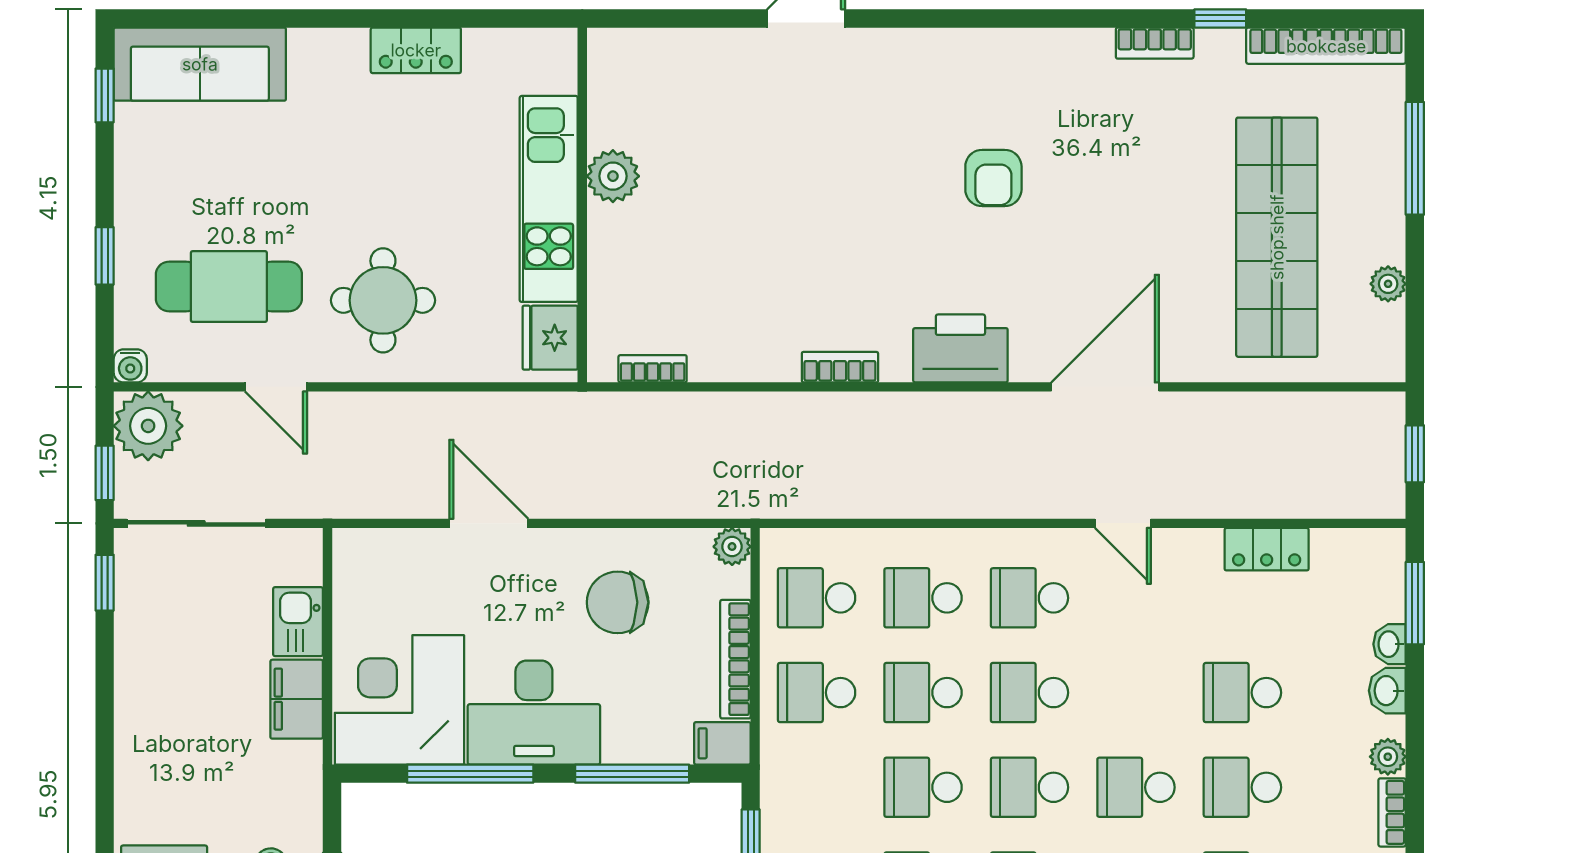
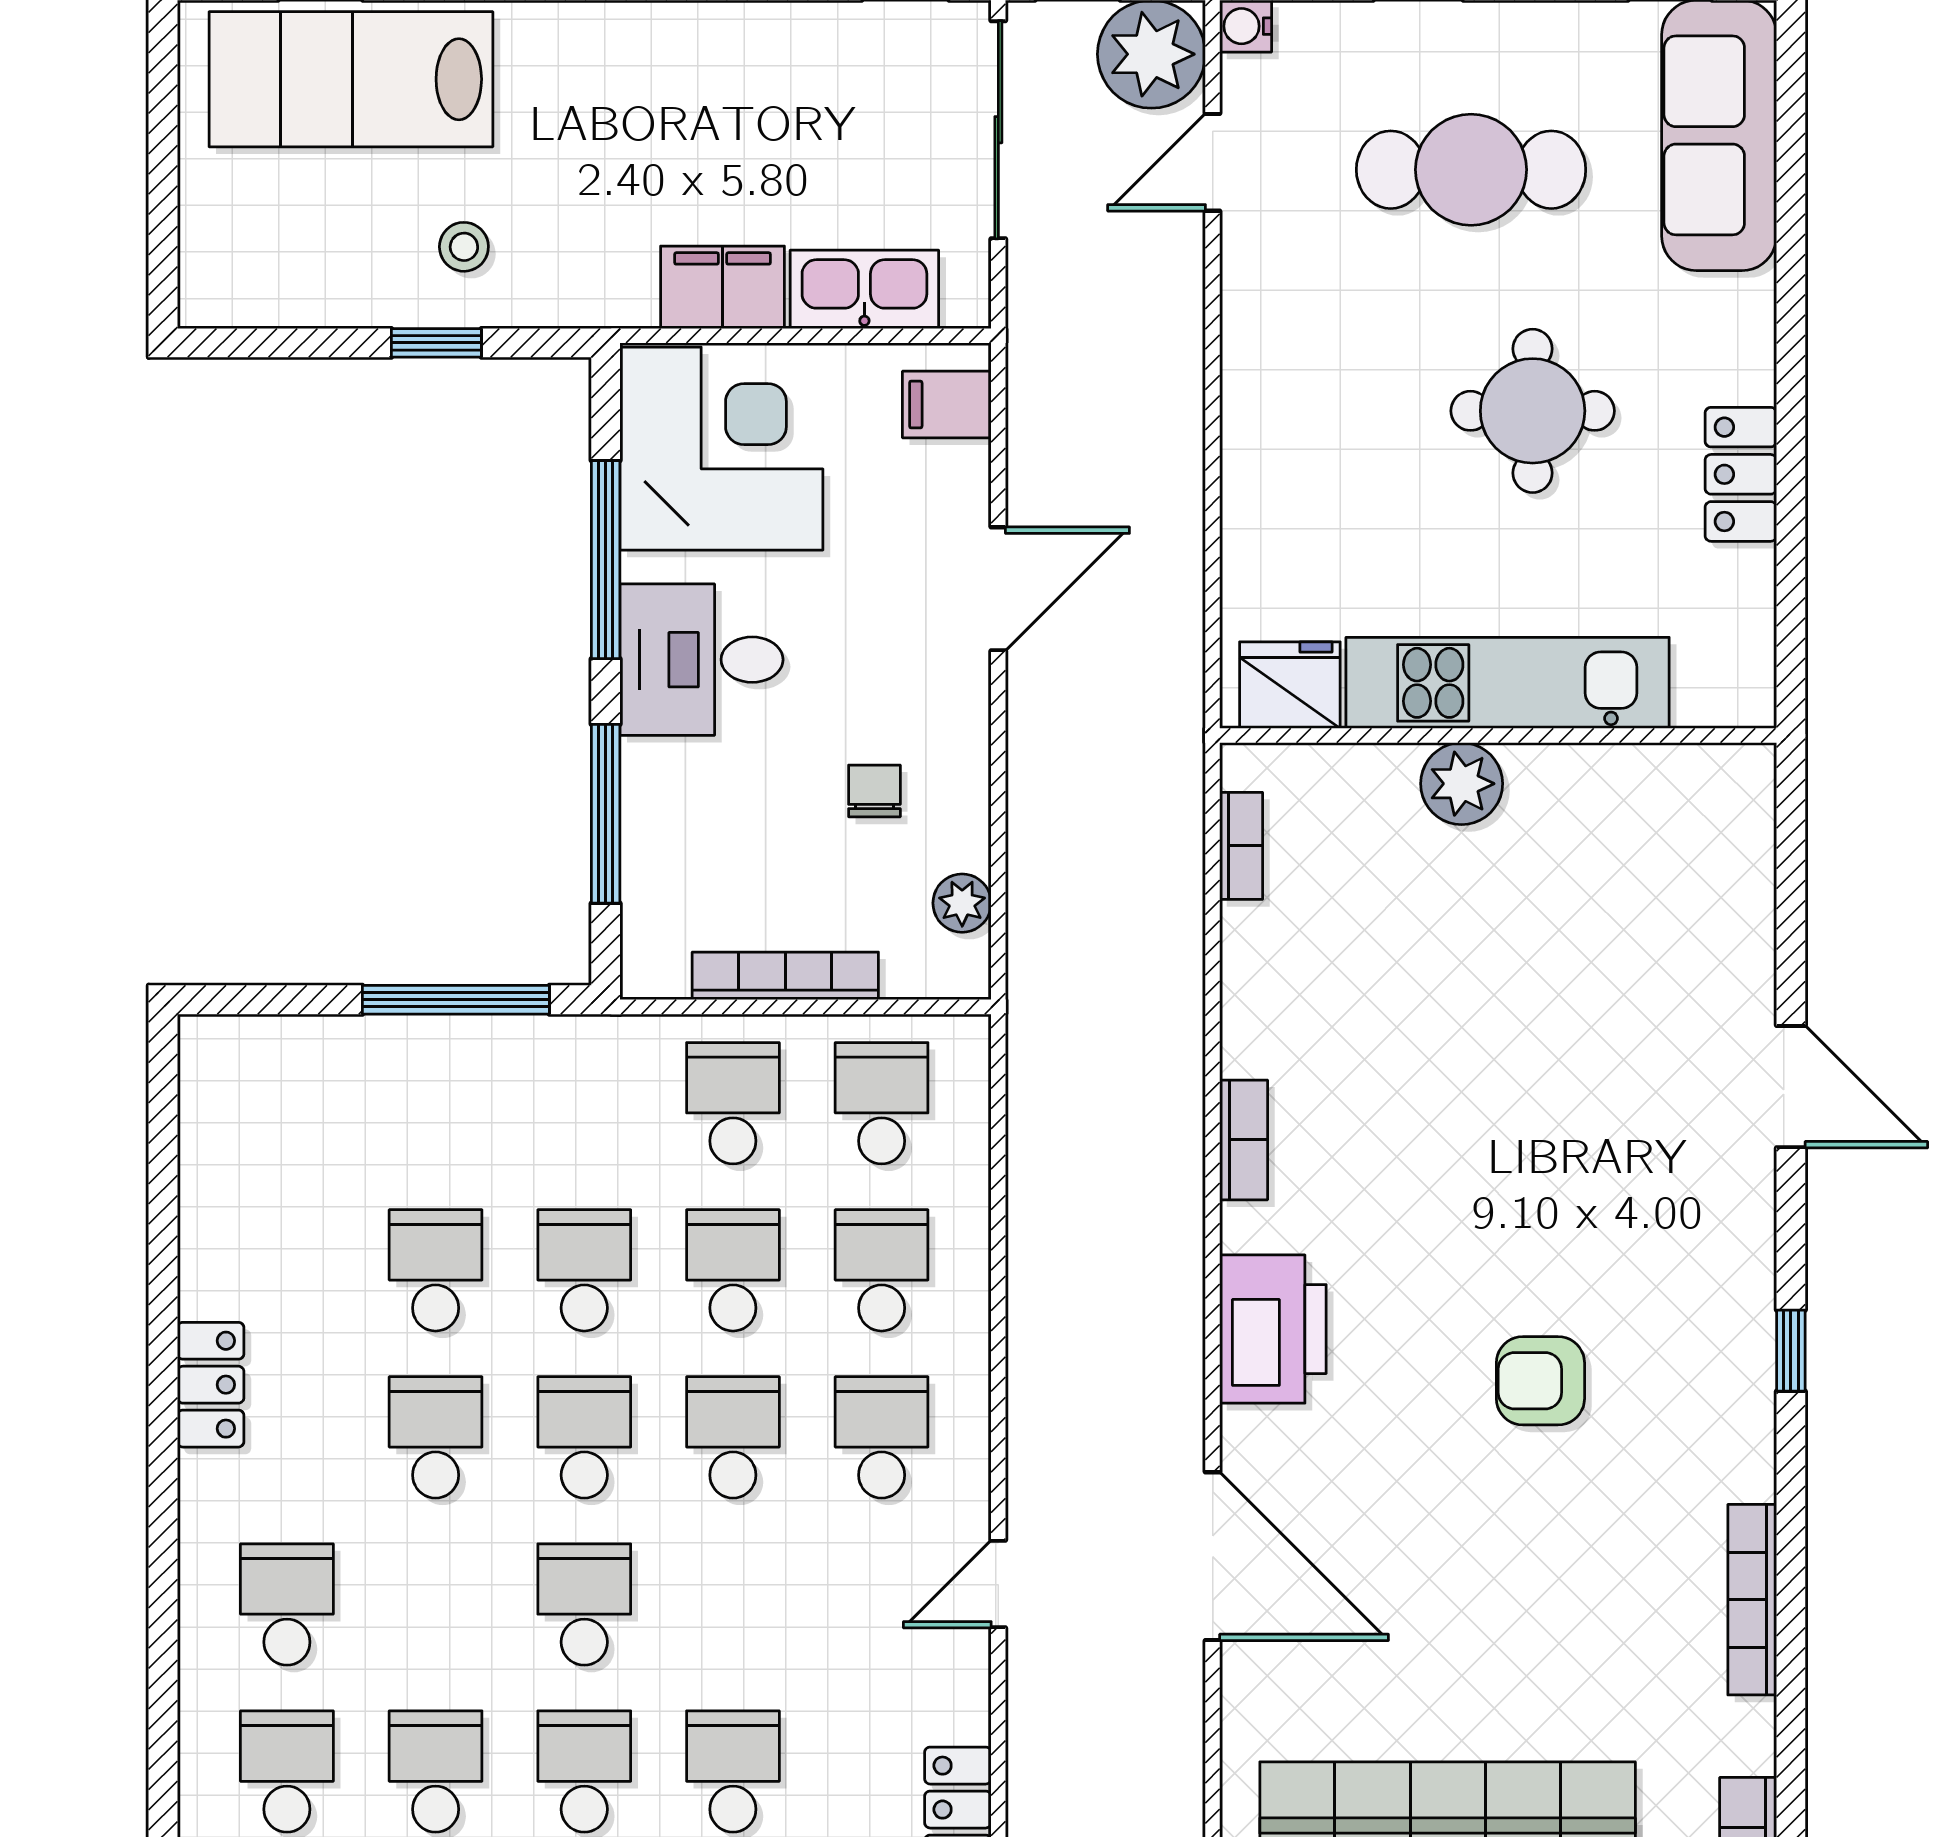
window: (1220, 18) -> (1791, 1351), moved
bookcase: (1155, 43) -> (1752, 1600), width x1.56
plant: (613, 176) -> (1462, 784), moved
cafe table: (229, 287) -> (1471, 170), moved, turned 90
round table: (383, 300) -> (1533, 411), moved
door: (276, 387) -> (1213, 162), moved
plant: (732, 547) -> (962, 903), moved
chair: (618, 602) -> (874, 791), width x0.54, depth x0.54
kitchen sink: (298, 622) -> (864, 289), width x1.38
desk: (534, 713) -> (702, 660), width x0.73
filing cabinet: (722, 743) -> (947, 405), moved, turned -90

